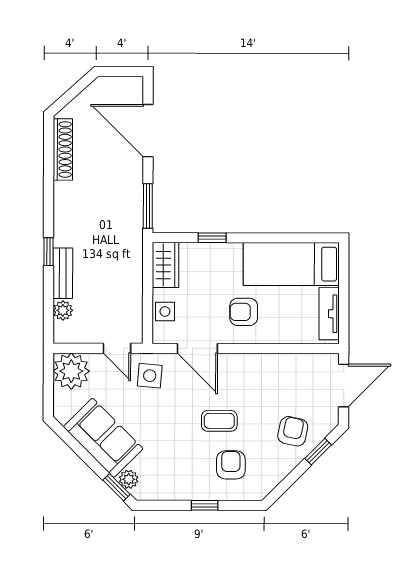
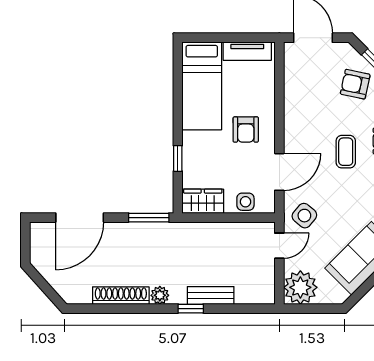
shoe rack: (63, 149) -> (121, 296), moved
plant: (63, 310) -> (160, 295), moved
side table: (150, 376) -> (304, 216), turned 35

